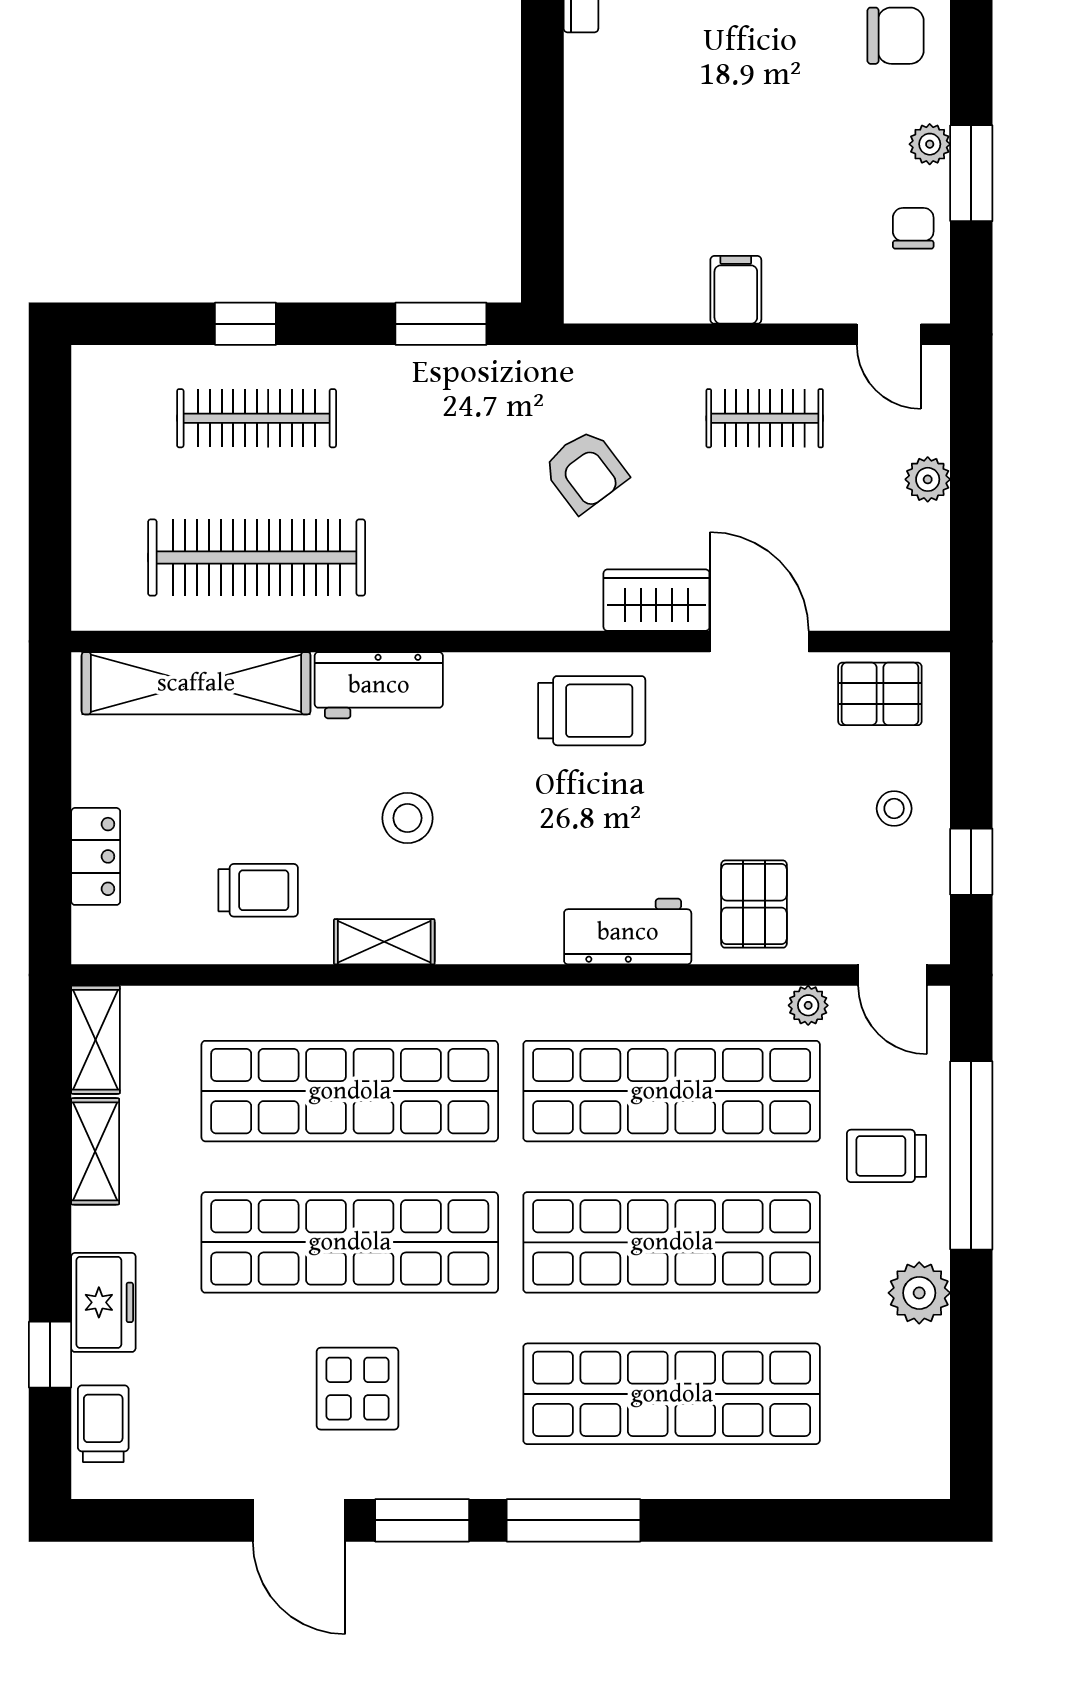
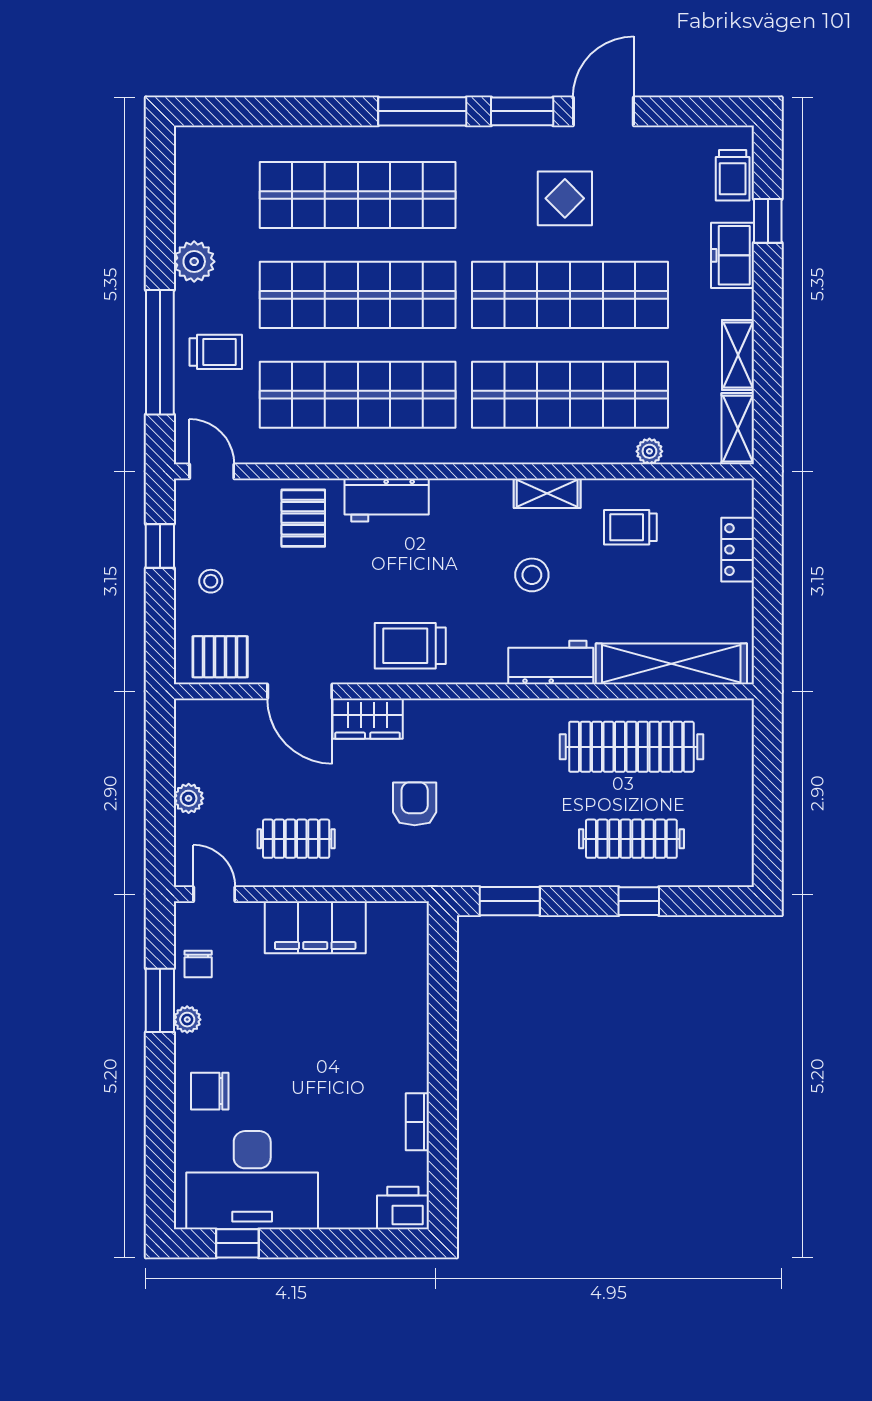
filing cabinet: (736, 290) -> (315, 927), width x3.00, depth x1.17
armchair: (585, 471) -> (415, 804), turned 37
plant: (808, 1005) -> (649, 451), moved
door: (299, 1520) -> (603, 111), hinge flipped

